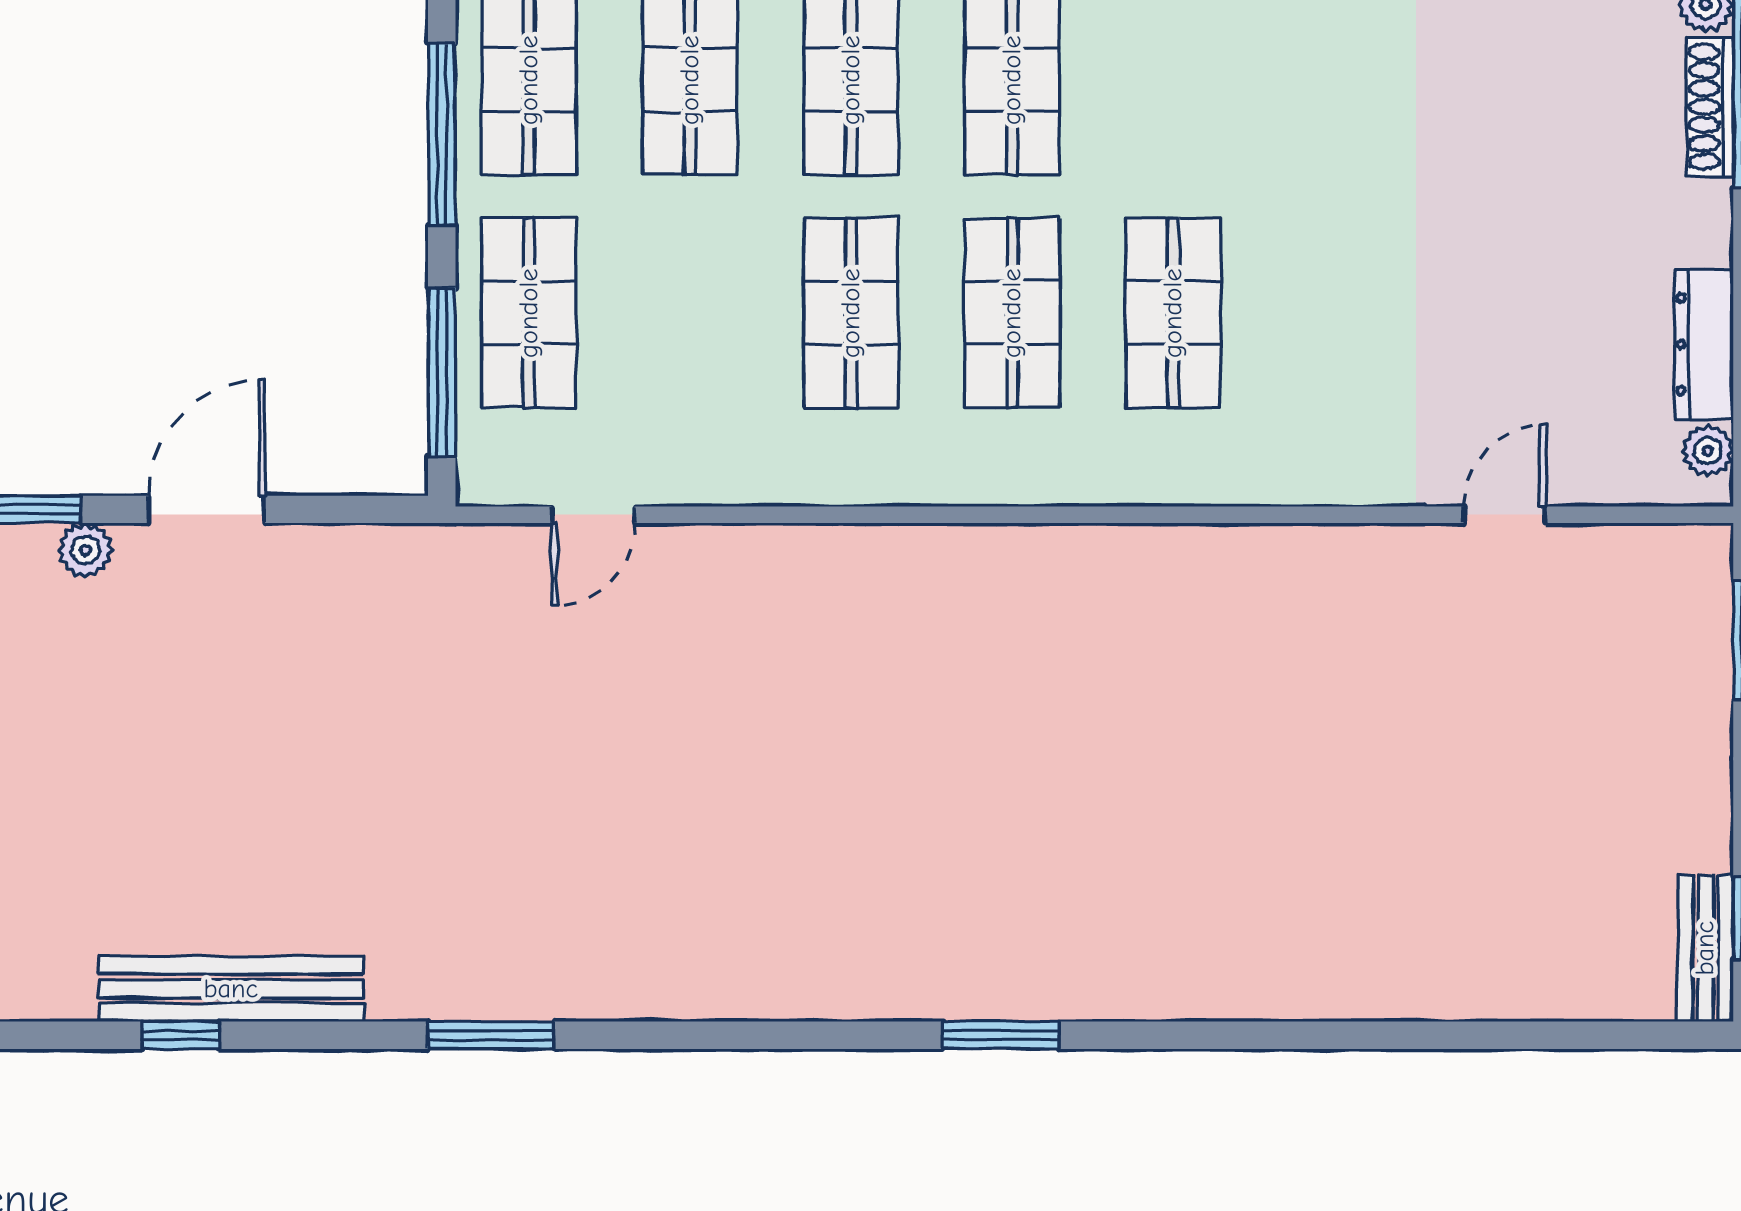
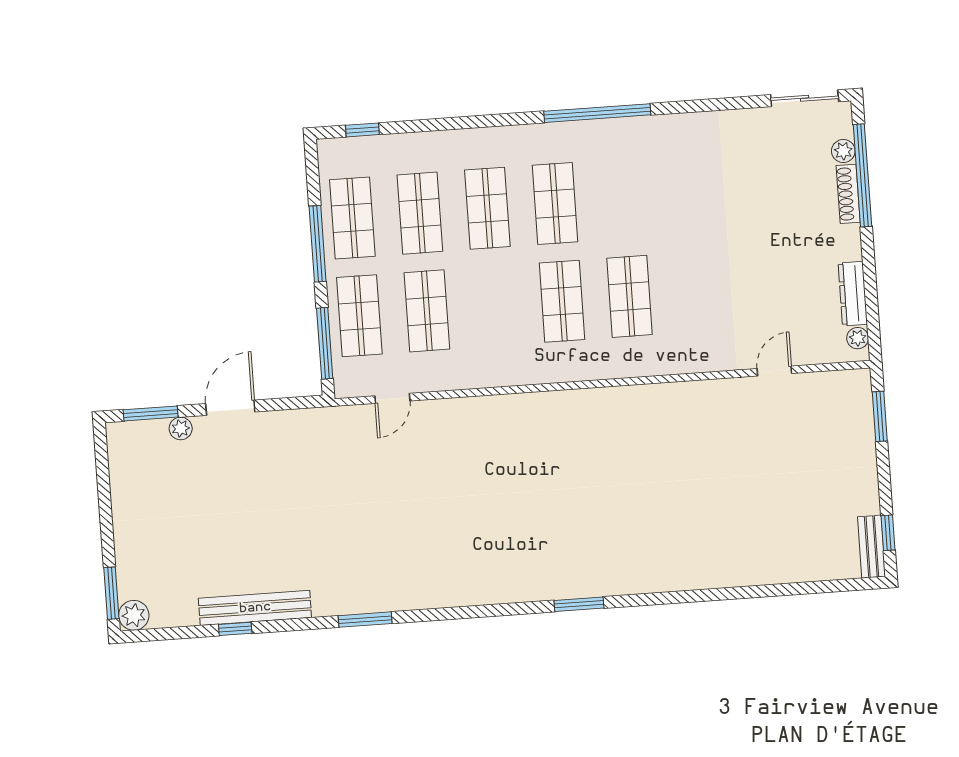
shop shelf: (851, 313) -> (427, 311), moved

